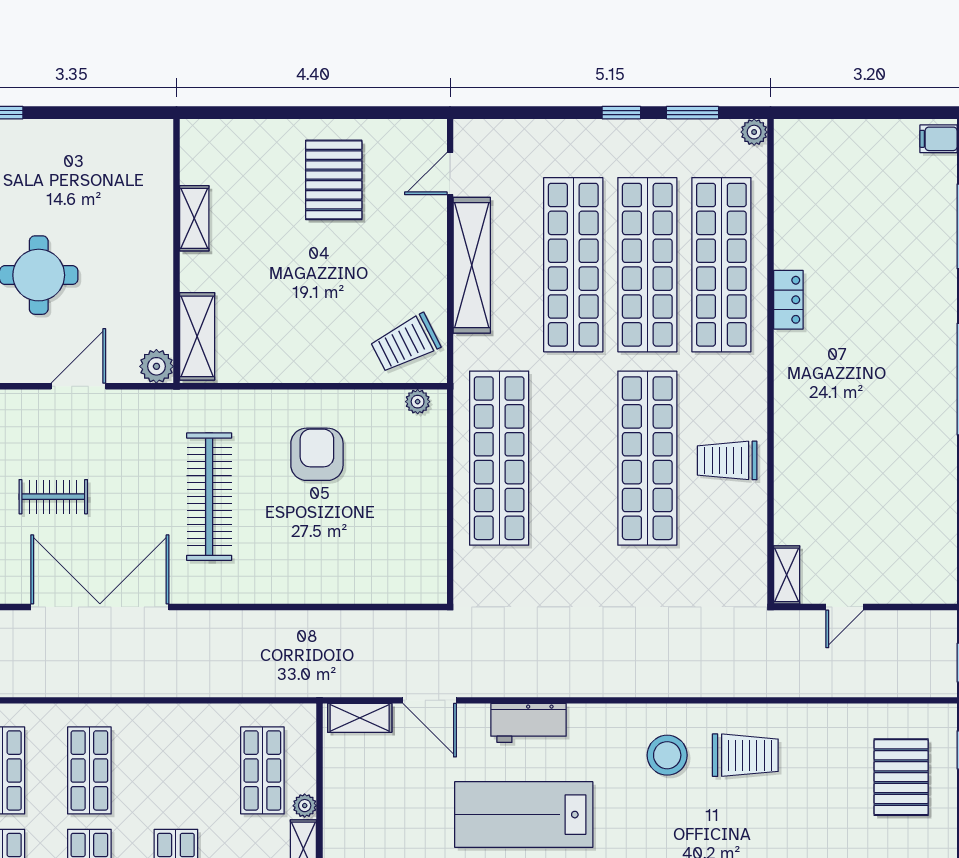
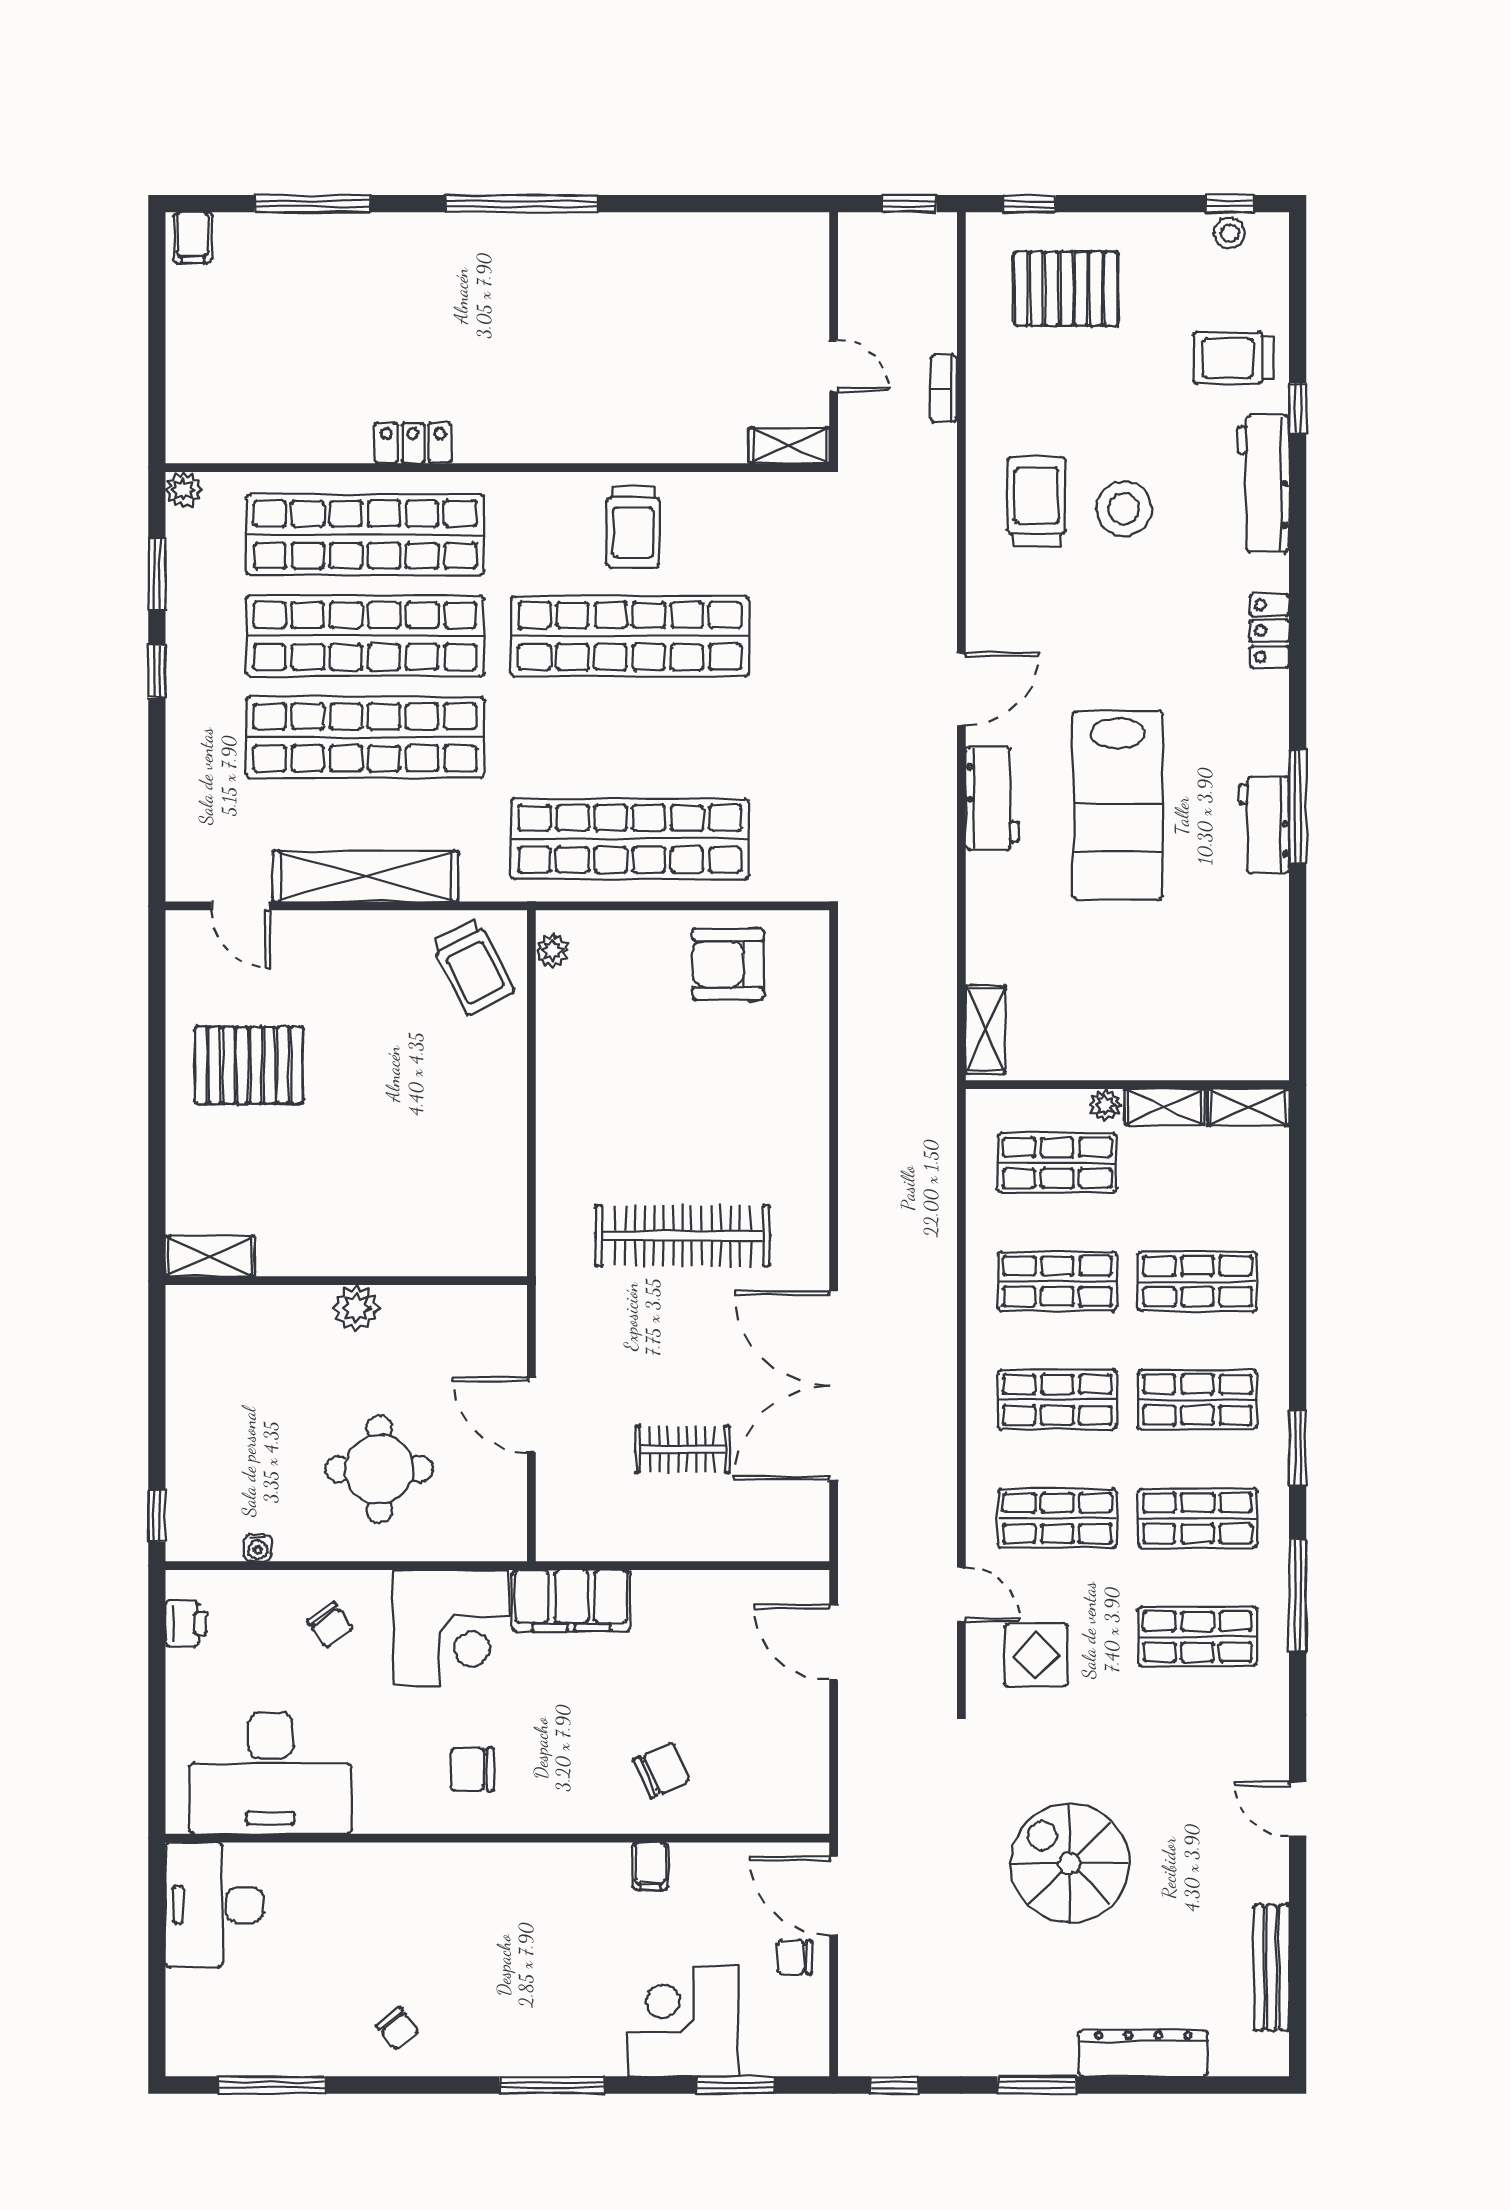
shelving: (194, 218) -> (210, 1256), moved
shelving: (197, 336) -> (463, 1252), removed
plant: (156, 366) -> (356, 1308), moved
armchair: (317, 454) -> (728, 964), moved
clothes rail: (53, 497) -> (683, 1449), turned 90
bookcase: (828, 688) -> (944, 388), added
door: (430, 700) -> (961, 689), moved
stool: (667, 755) -> (1124, 509), moved
shop shelf: (176, 770) -> (1057, 1281), added

